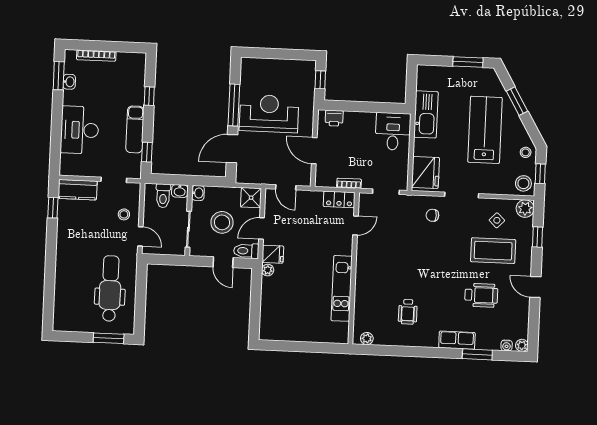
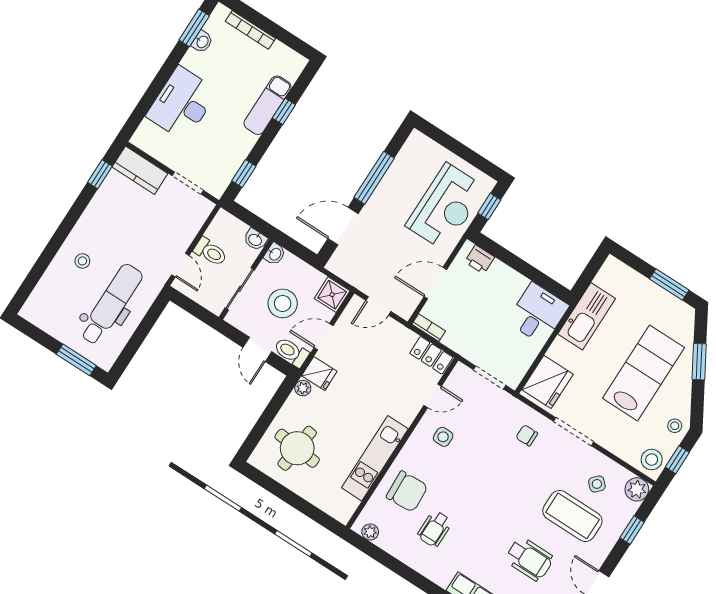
reception desk: (269, 113) -> (446, 207), moved, turned 90
exam couch: (135, 129) -> (268, 105), moved
door: (314, 151) -> (435, 283), hinge flipped
bookcase: (349, 183) -> (429, 328), moved
door: (286, 187) -> (378, 306), hinge flipped
toilet: (163, 196) -> (210, 252), moved, turned -90
stool: (124, 214) -> (82, 261), moved
side table: (378, 248) -> (443, 437), added
chair: (375, 298) -> (407, 491), added
round table: (287, 312) -> (297, 448), added

